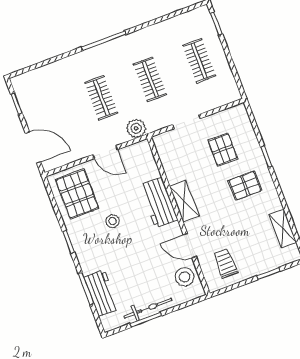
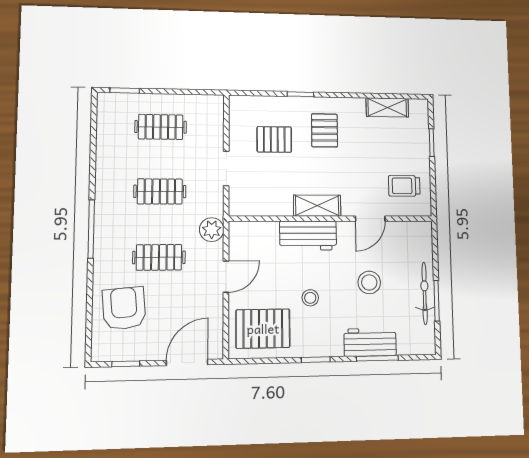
armchair: (55, 87) -> (124, 308), added
stool: (185, 277) -> (369, 282), moved
workbench: (101, 293) -> (370, 342), moved

